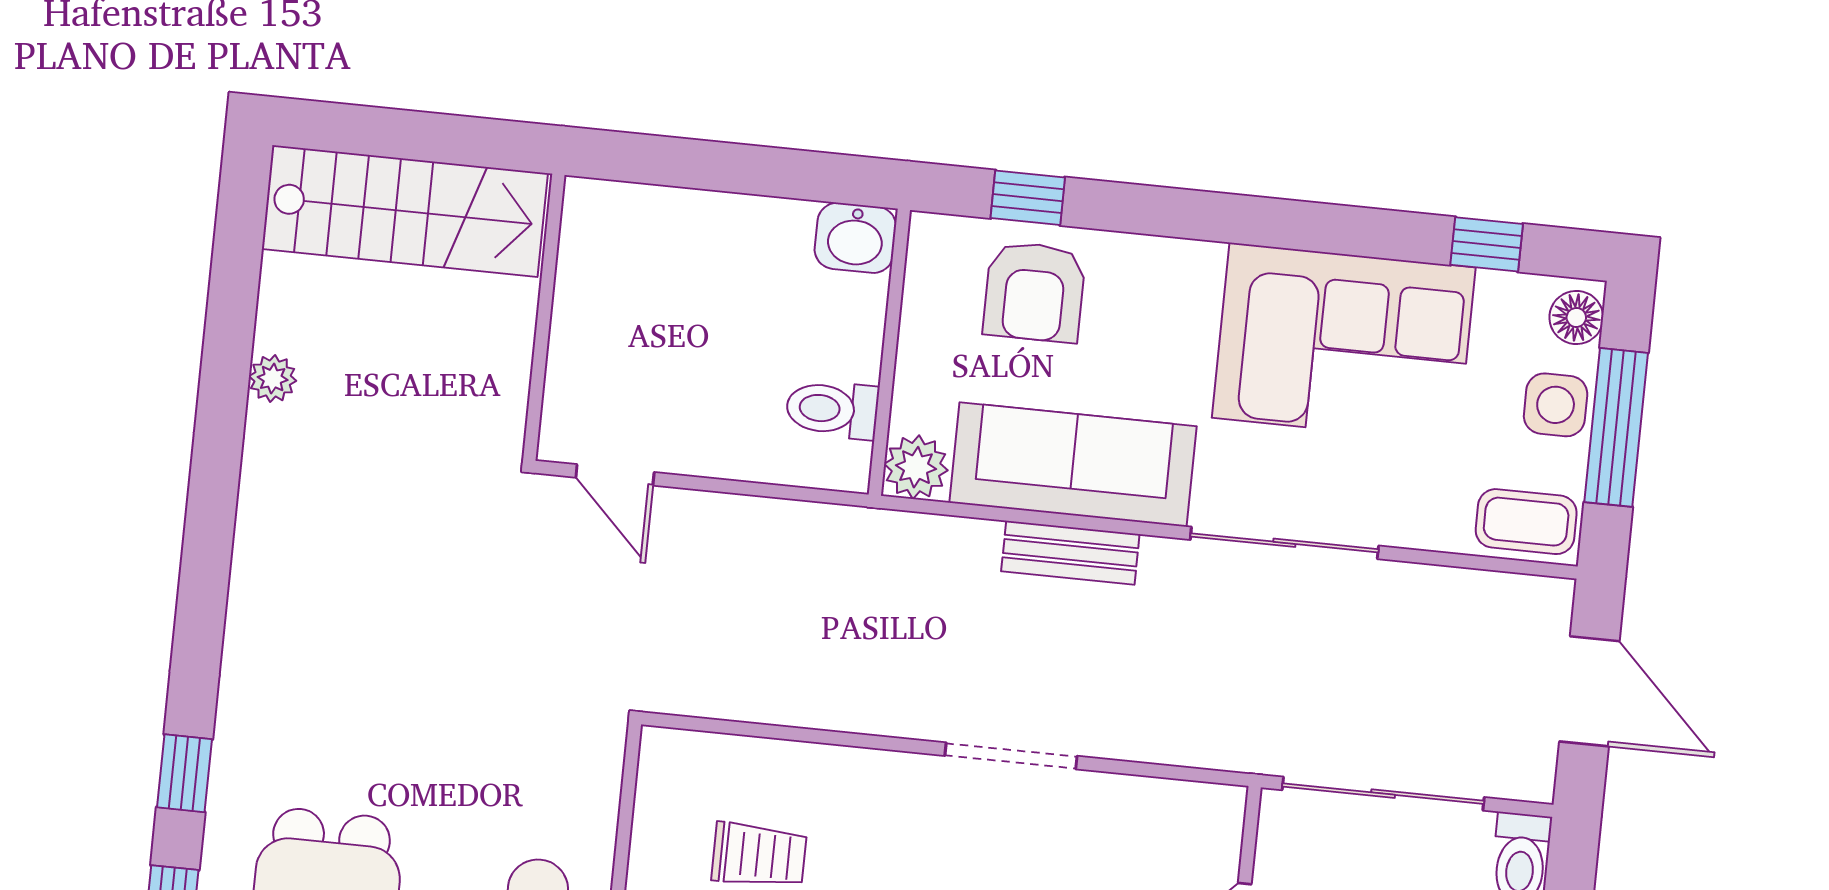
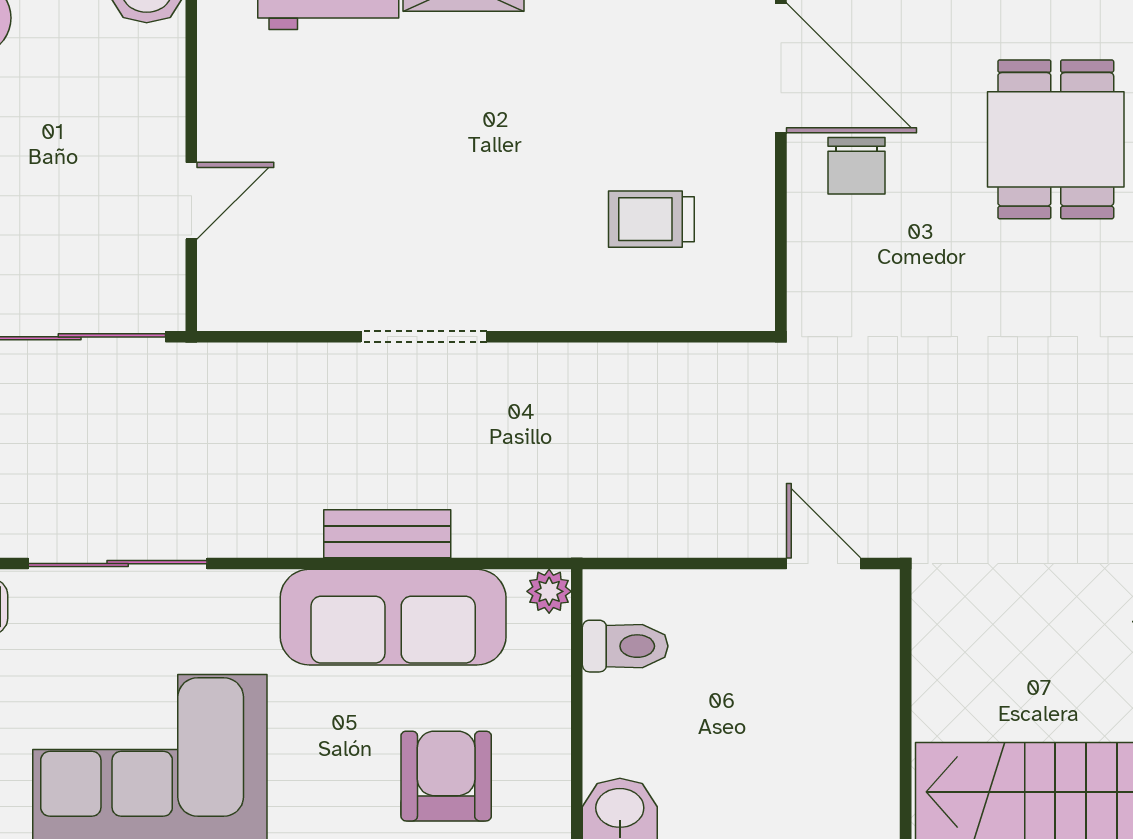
plant: (916, 467) -> (549, 591), width x0.73, depth x0.73
sliding door: (1284, 543) -> (118, 564), moved

